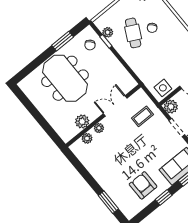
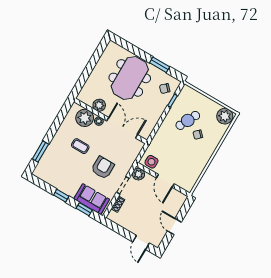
plant: (108, 32) -> (181, 99), removed
double door: (115, 106) -> (122, 128), width x1.37
coffee table: (143, 116) -> (80, 146), moved
plant: (87, 138) -> (85, 118), width x1.87, depth x1.87
armchair: (143, 185) -> (103, 168), moved

